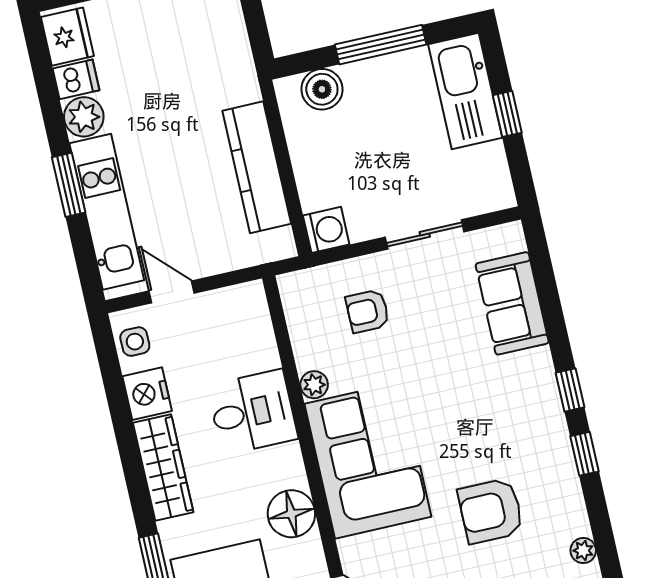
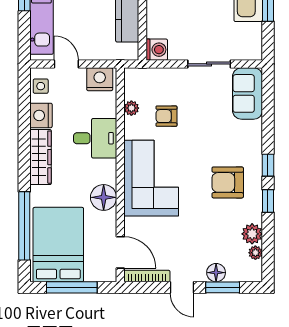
sofa: (512, 303) -> (248, 93), moved
nightstand: (237, 306) -> (100, 79), added
armchair: (368, 311) -> (166, 116), moved
plant: (314, 385) -> (131, 108), moved
armchair: (491, 511) -> (228, 182), moved
plant: (570, 519) -> (252, 234), added

